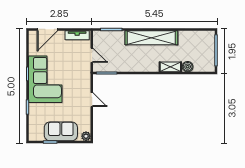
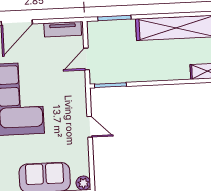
door: (92, 55) -> (86, 59), swing flipped

